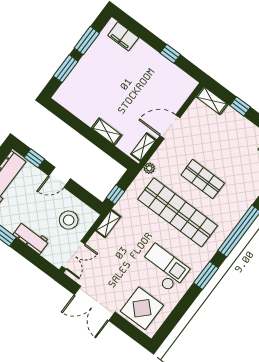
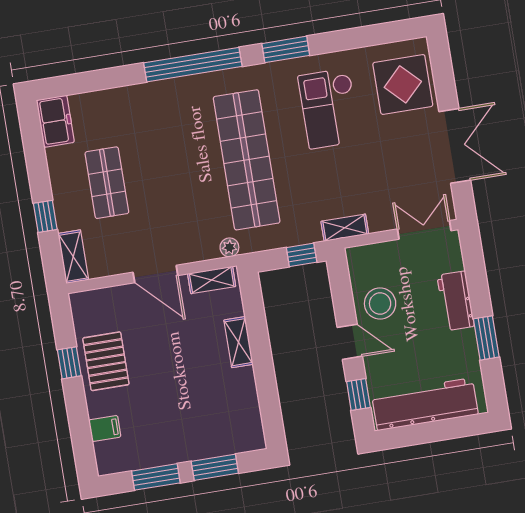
filing cabinet: (123, 36) -> (105, 428), width x0.50
pallet: (155, 69) -> (106, 361), added
shop shelf: (203, 179) -> (107, 183), moved
stool: (69, 220) -> (380, 304), moved

